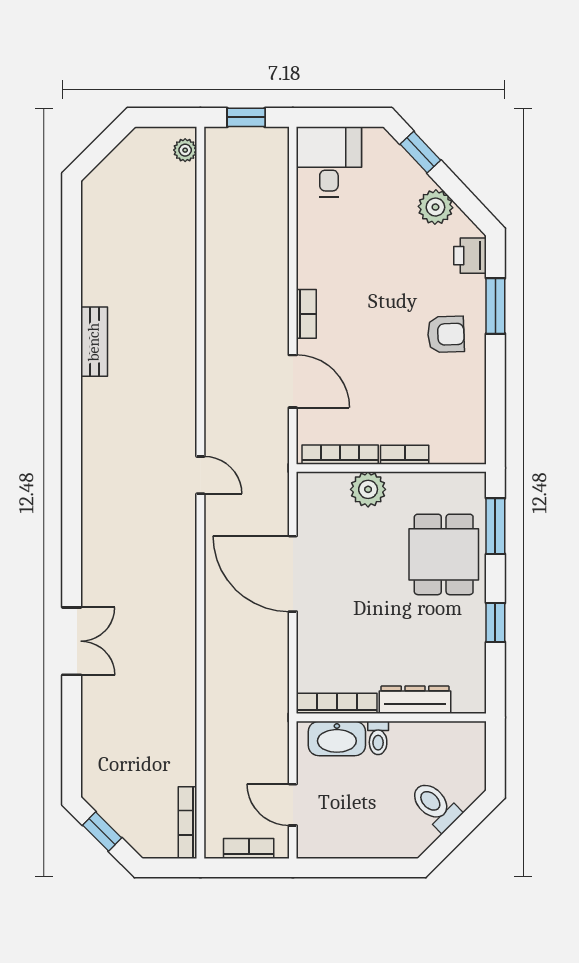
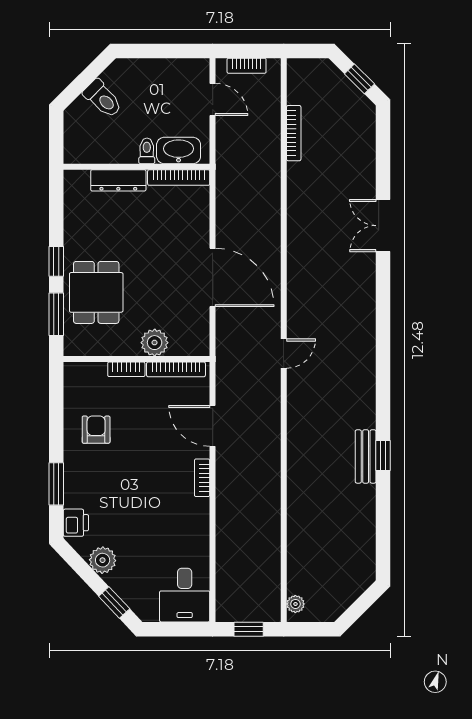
armchair: (446, 334) -> (96, 430), moved, turned 92
window: (72, 343) -> (383, 456), added
door: (200, 475) -> (284, 354), swing flipped
window: (495, 622) -> (56, 261), moved
bookcase: (187, 823) -> (294, 133), moved

